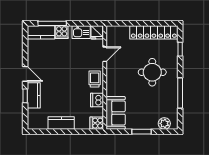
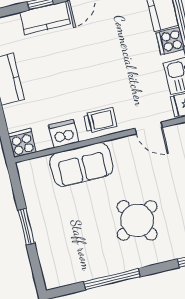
round table: (152, 72) -> (137, 220), turned -32
sofa: (116, 113) -> (81, 165), moved
plant: (164, 123) -> (51, 264), removed

